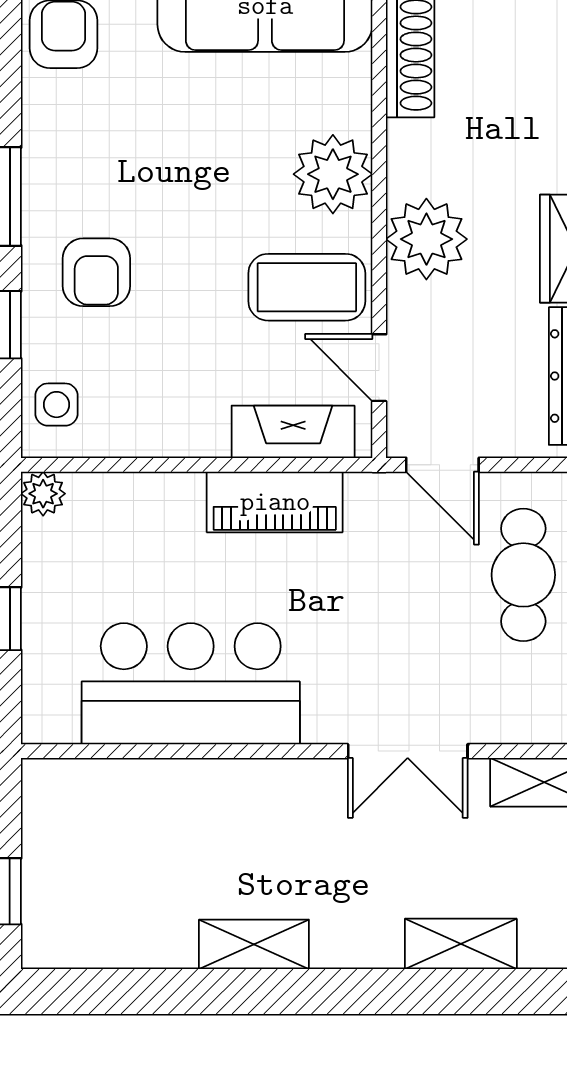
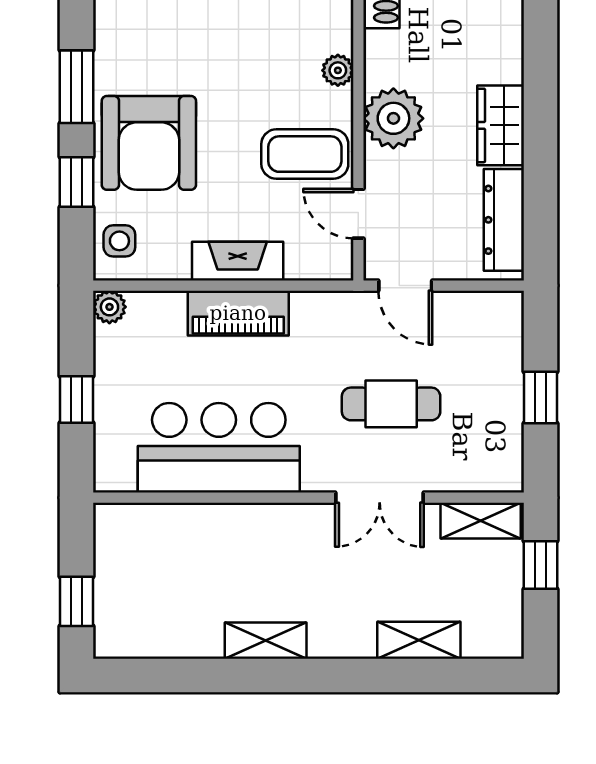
plant: (333, 174) -> (338, 70), width x0.53, depth x0.53
armchair: (96, 272) -> (149, 143), width x1.88, depth x1.88
fireplace: (293, 432) -> (238, 261), moved
piano: (275, 502) -> (238, 313), moved
cafe table: (523, 575) -> (391, 404), moved, turned 90

